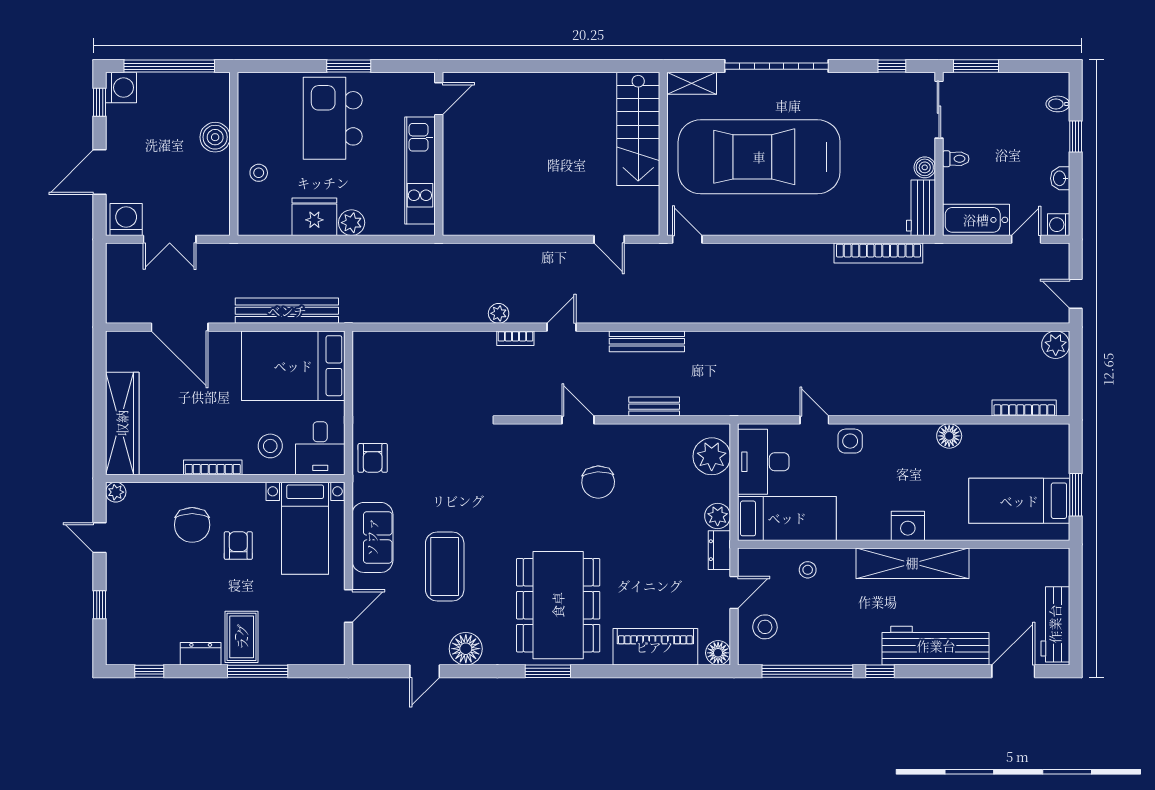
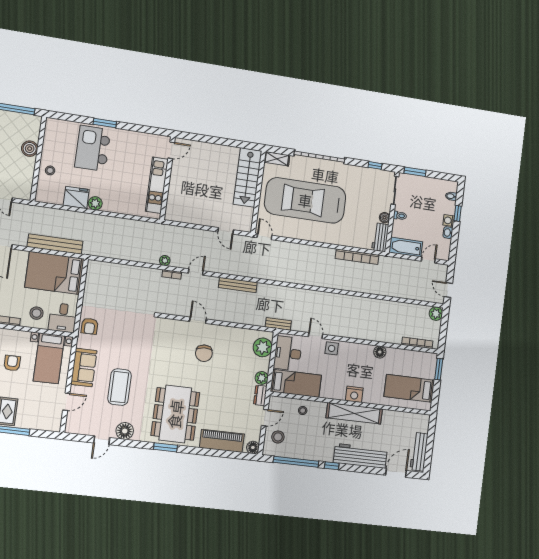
door: (439, 99) -> (171, 150), moved
wall: (439, 154) -> (168, 178), moved
kitchen unit: (420, 171) -> (157, 185), moved
washing machine: (1059, 225) -> (449, 220), moved
bench: (654, 407) -> (278, 324), moved
window: (1076, 495) -> (439, 369), moved

